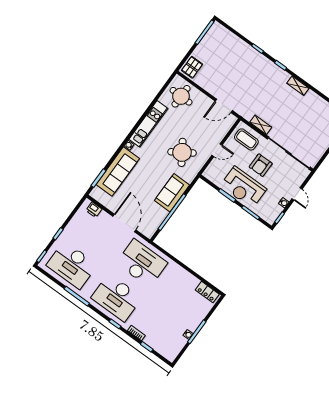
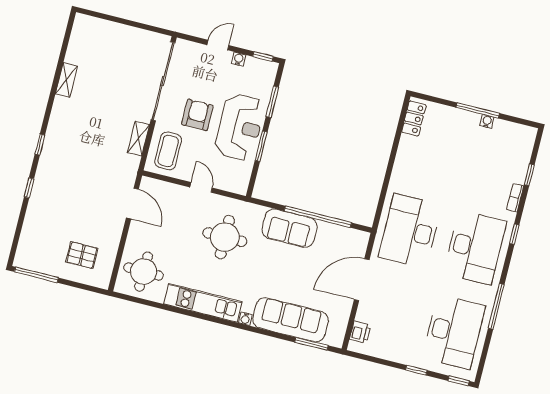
pallet: (192, 67) -> (82, 255), moved
shelving: (298, 86) -> (66, 80), moved
round table: (182, 152) -> (225, 237), turned 33
armchair: (261, 165) -> (197, 115), turned -90

